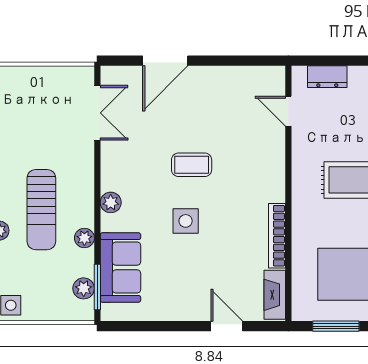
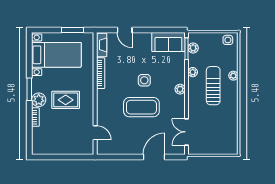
dresser: (327, 77) -> (77, 149), removed
coffee table: (192, 165) -> (141, 107), width x1.86, depth x1.72
sofa: (120, 268) -> (168, 42), moved, turned -90

